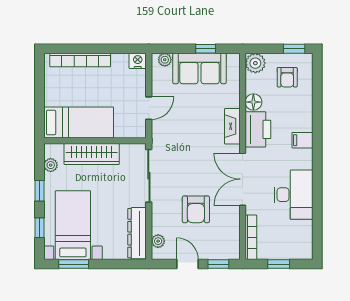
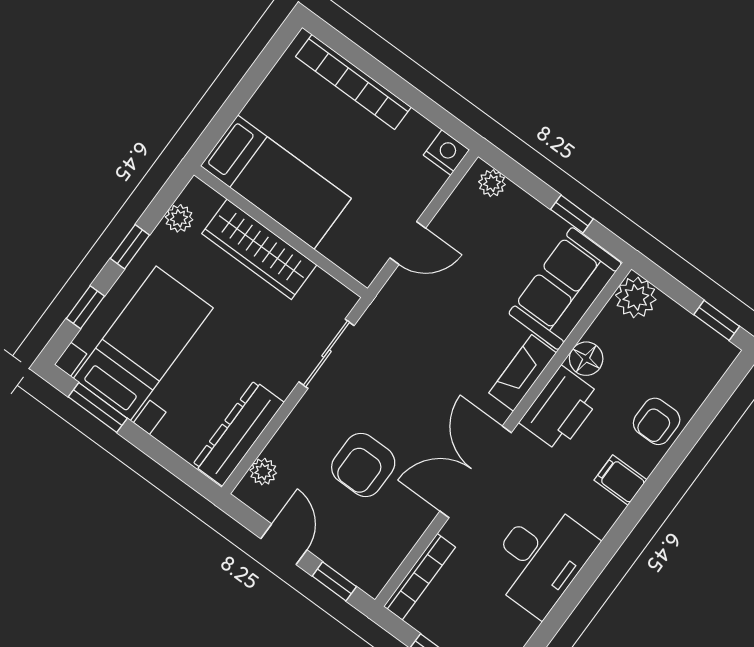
sofa: (200, 68) -> (565, 289), moved, turned 90
armchair: (287, 77) -> (657, 421), moved
sliding door: (149, 176) -> (327, 354), width x0.73

